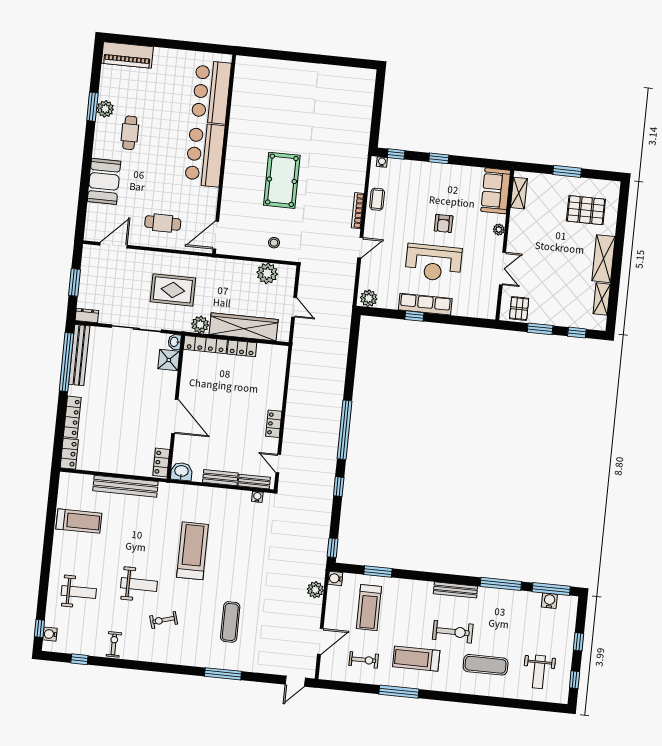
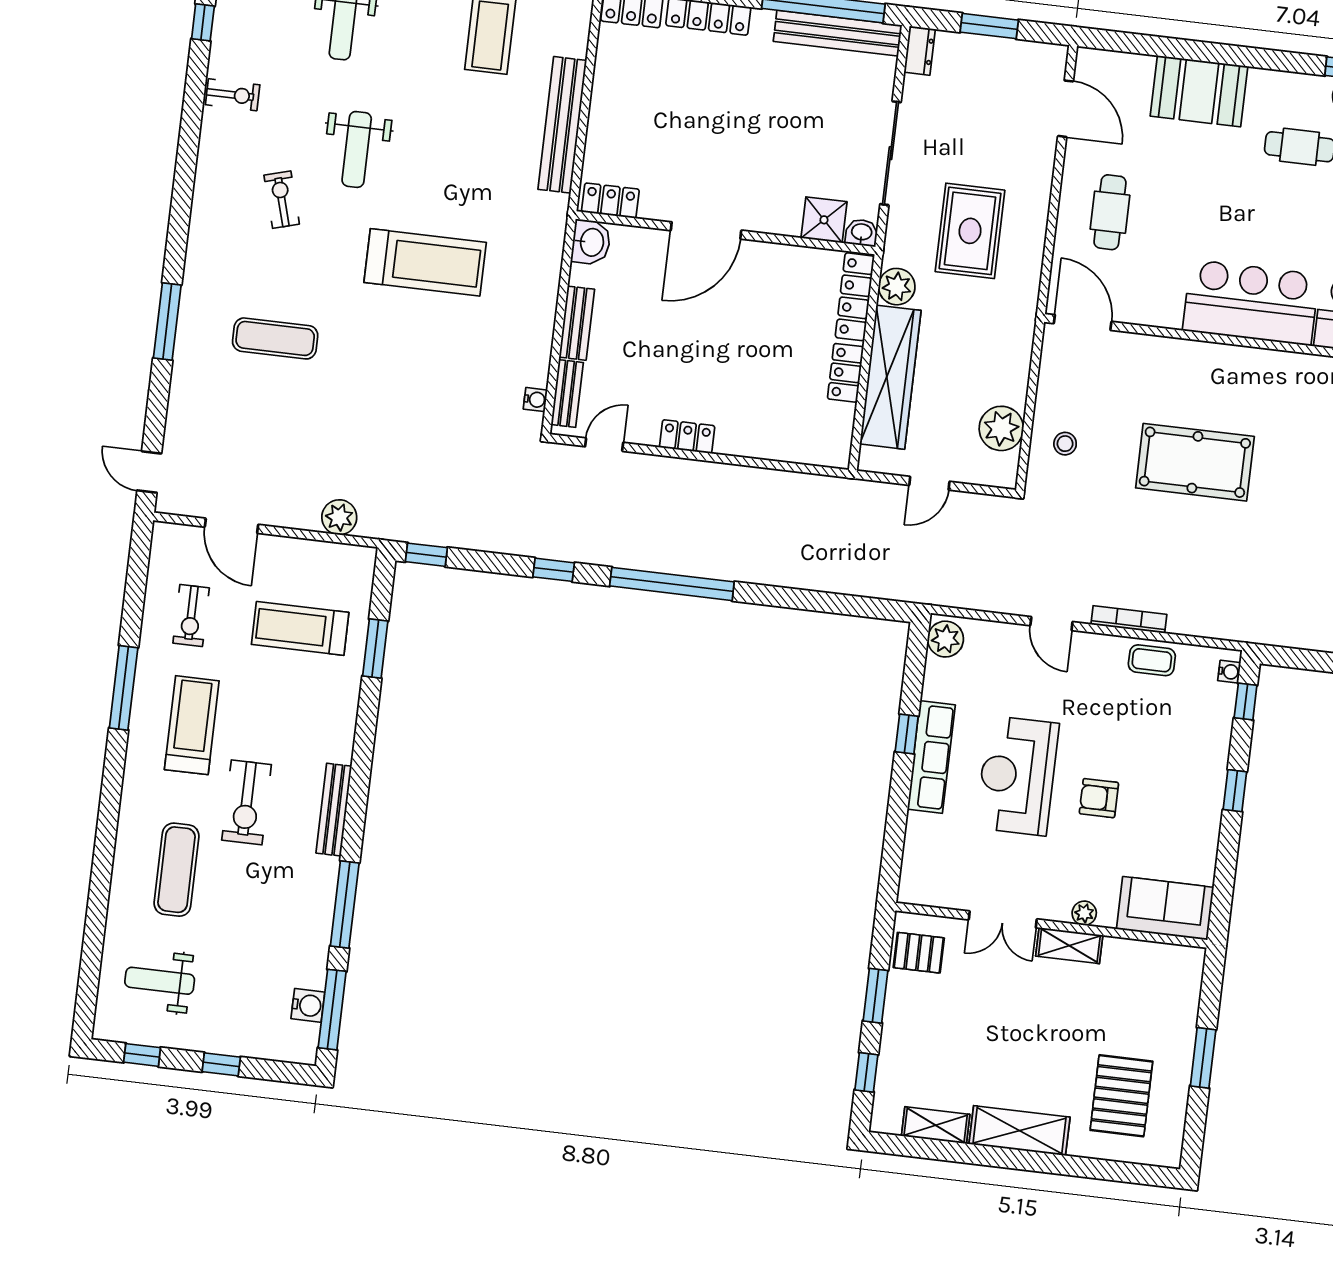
shelving: (519, 193) -> (1069, 946), moved
water cooler: (335, 578) -> (362, 559), removed

